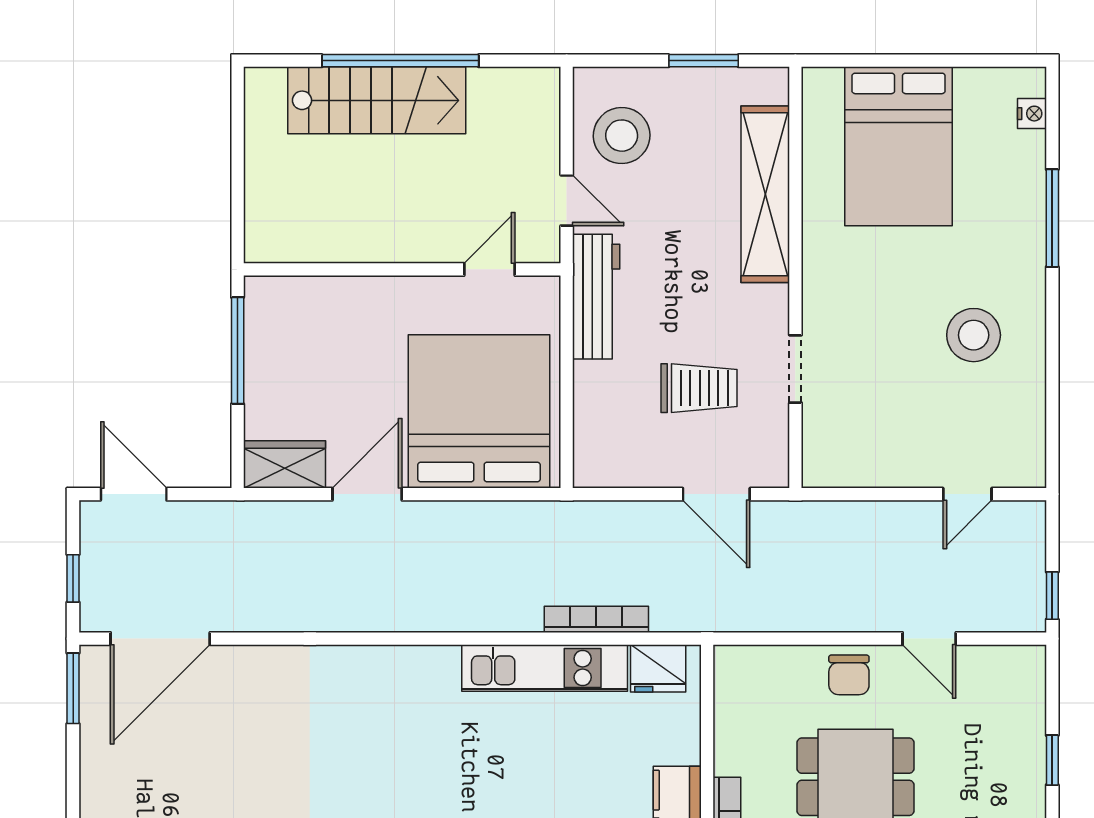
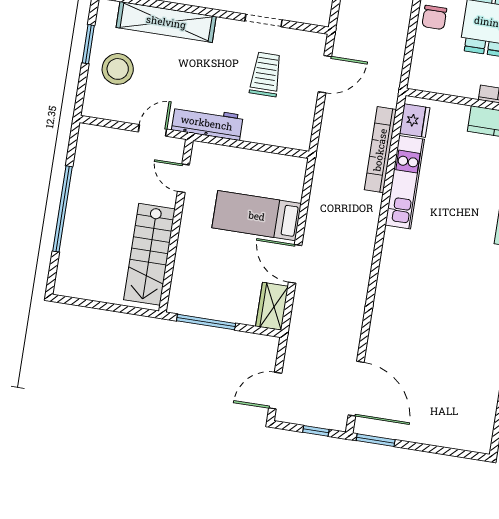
stairs: (377, 100) -> (149, 254), moved, turned 180
stool: (622, 136) -> (118, 69), moved
bed: (479, 411) -> (257, 216), width x0.49
bookcase: (596, 619) -> (380, 150), width x1.48, depth x1.31
chair: (849, 675) -> (434, 17), turned 90

